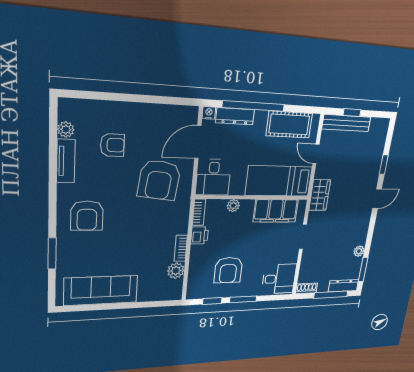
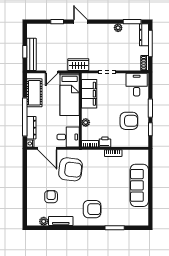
plant: (176, 271) -> (128, 155), removed
sofa: (101, 290) -> (139, 185), moved

